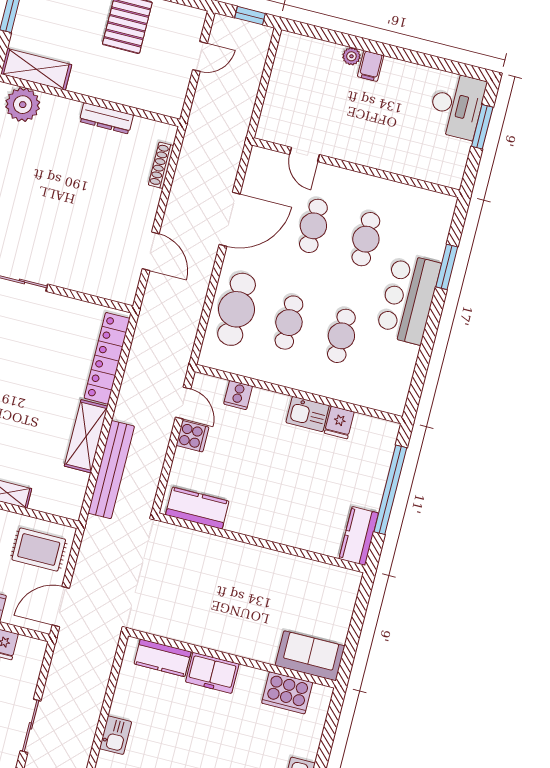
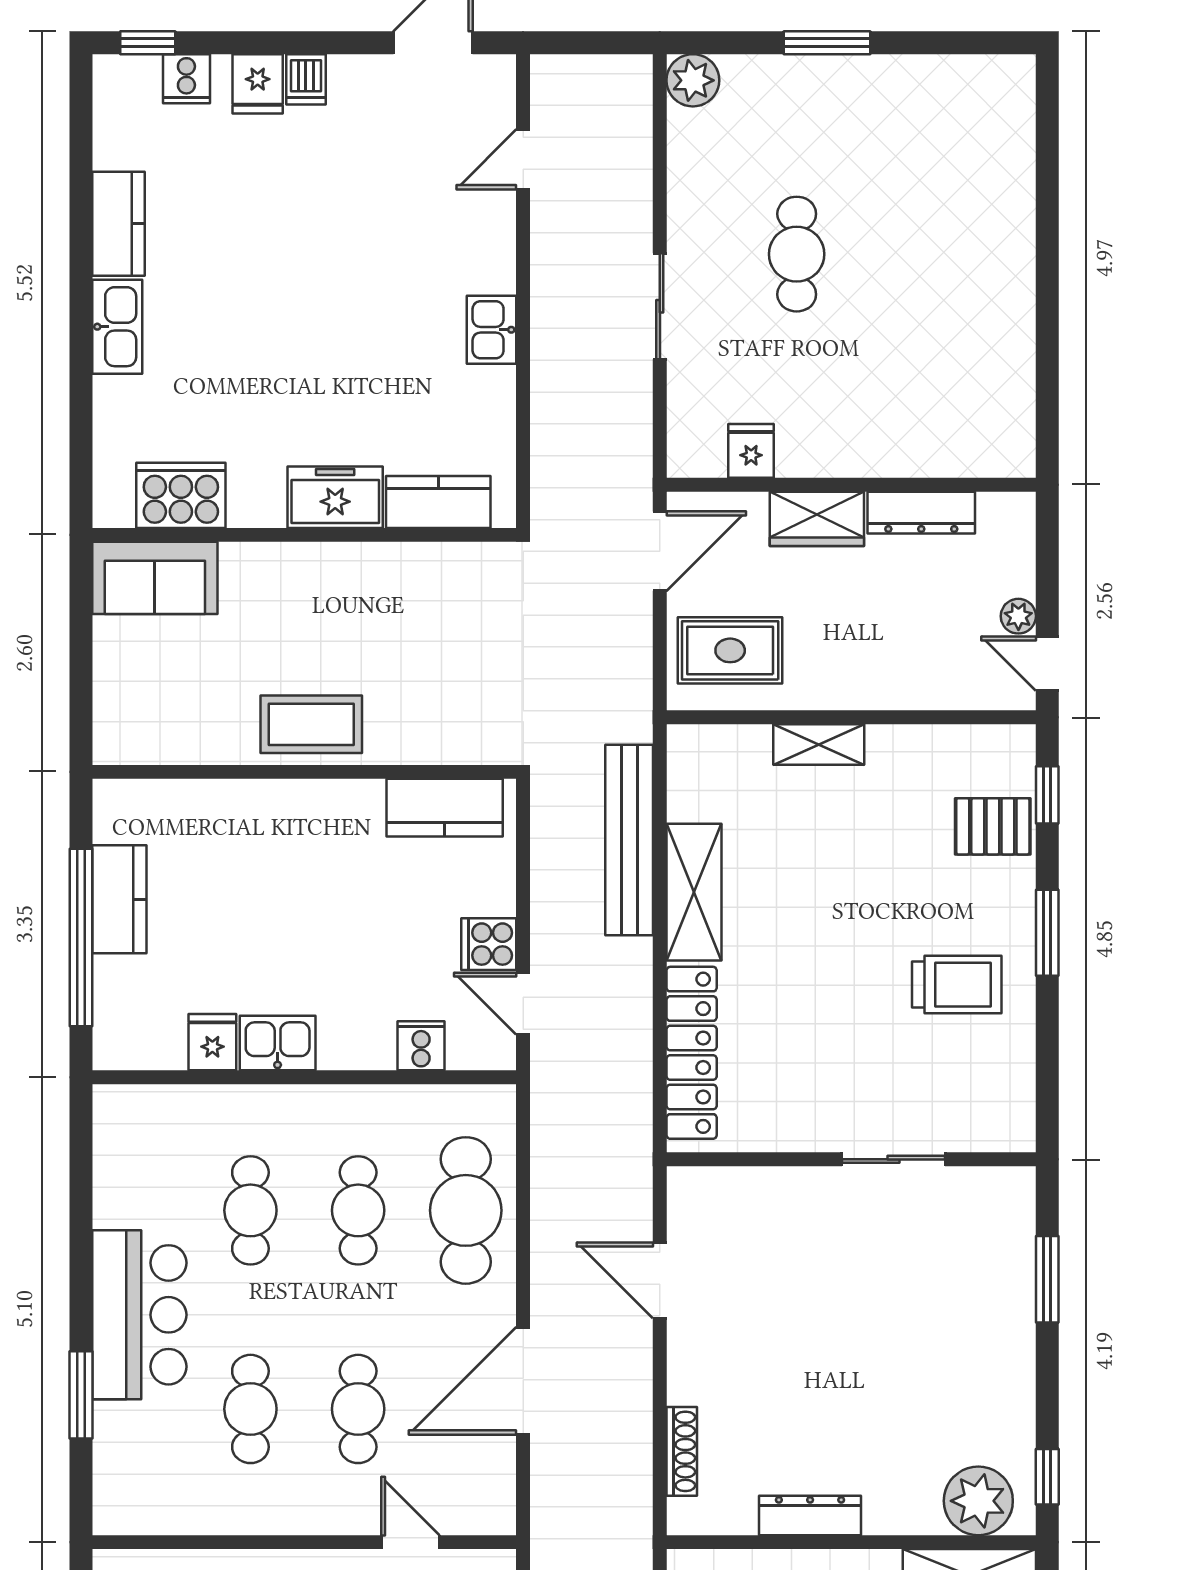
kitchen counter: (359, 536) -> (119, 899), moved
coffee table: (252, 565) -> (311, 724), added

